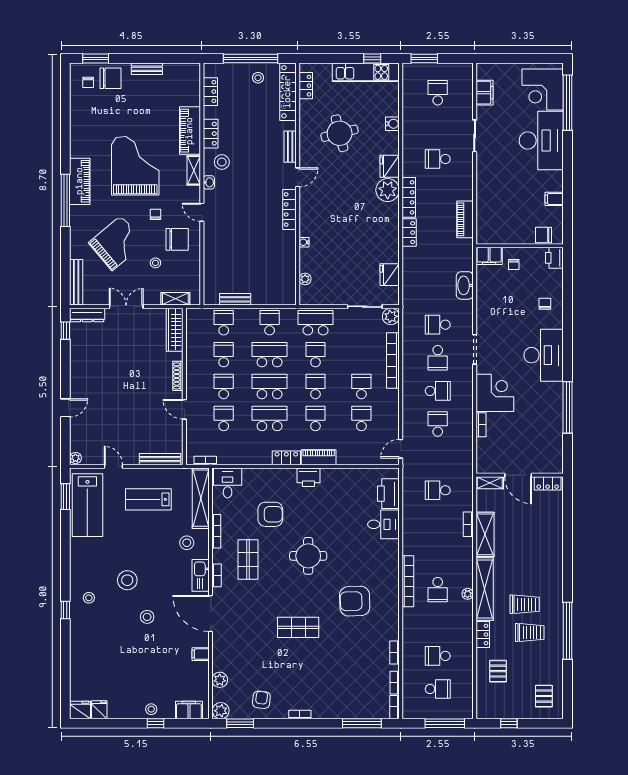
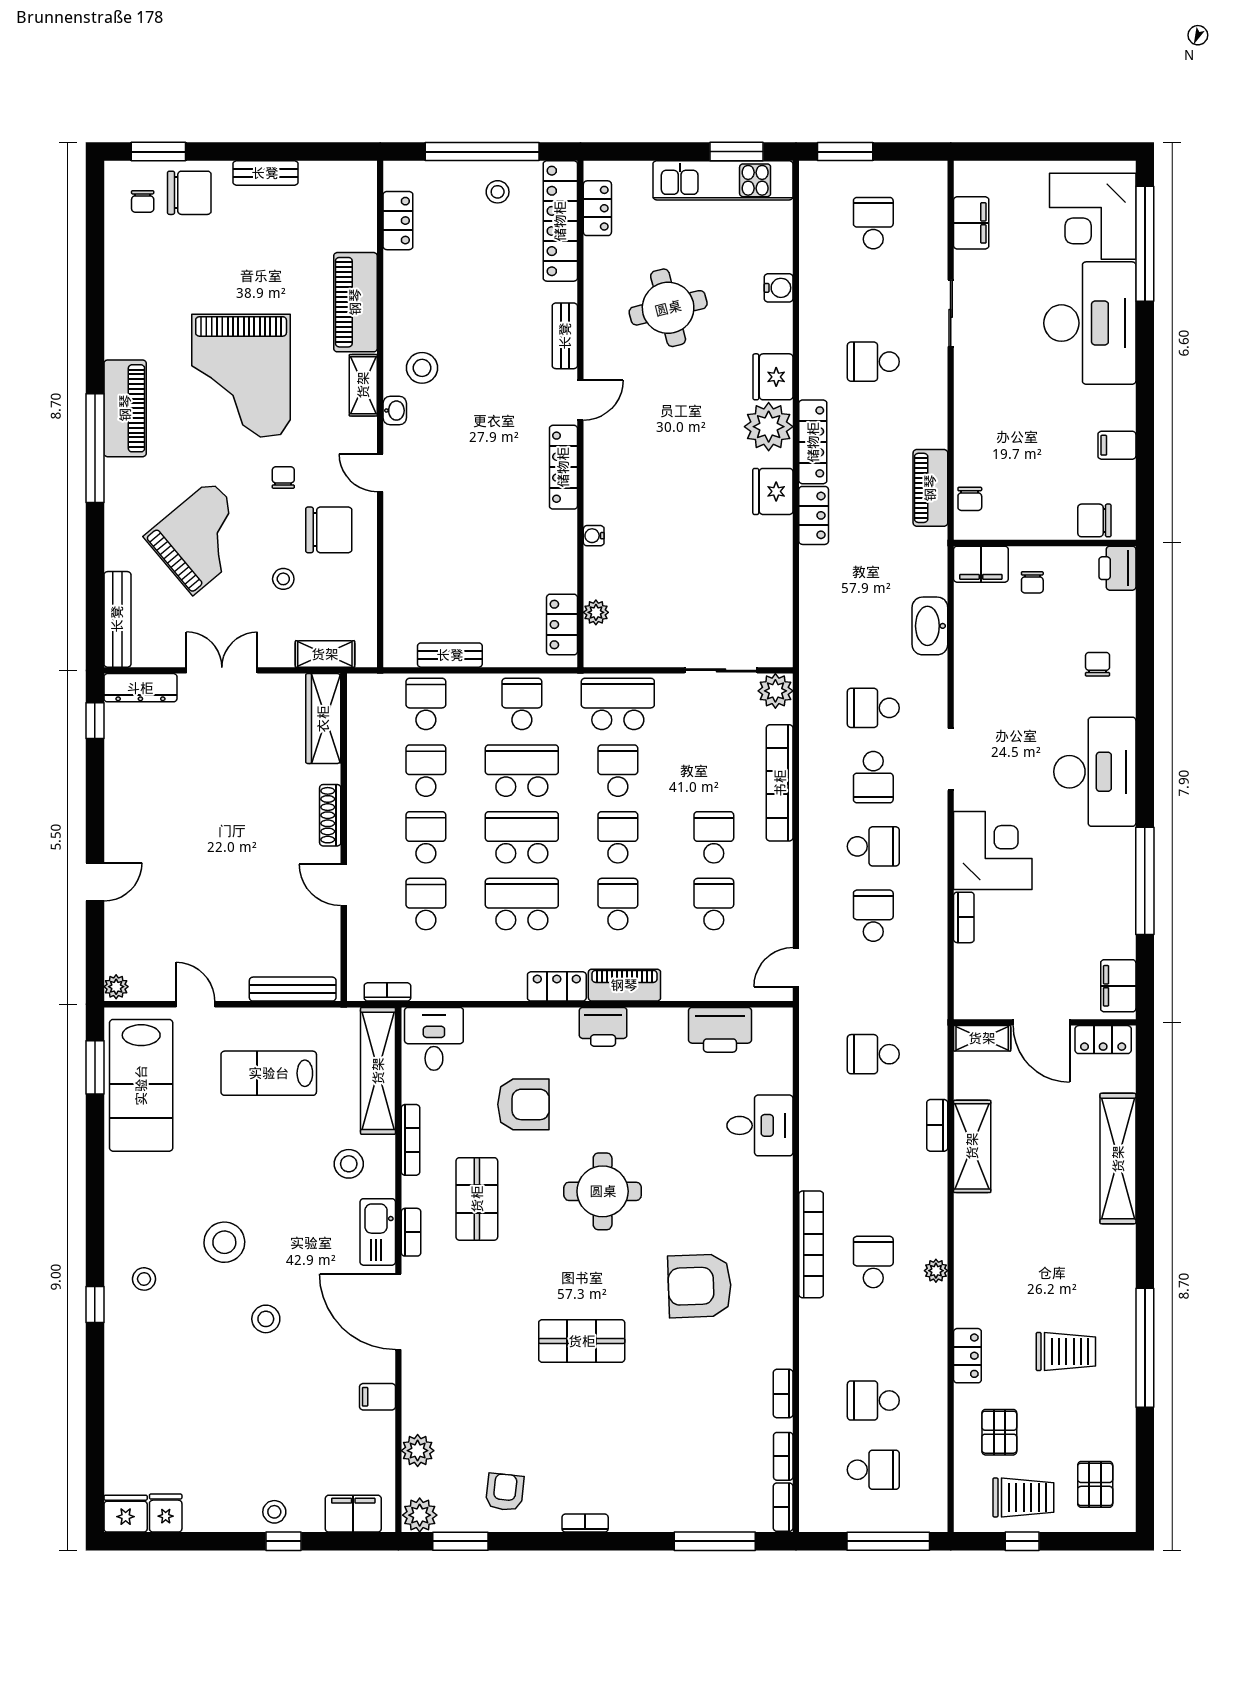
window: (372, 58) -> (736, 152), width x1.50
locker: (211, 134) -> (562, 625), moved, turned 180
grand piano: (135, 166) -> (241, 376), turned 180
chair: (484, 225) -> (970, 499), added
fridge: (390, 275) -> (773, 491), moved
filing cabinet: (555, 458) -> (1118, 986), added
printer: (388, 494) -> (720, 1030), moved, turned -90
shelving: (485, 589) -> (1118, 1159), moved
school desk: (438, 590) -> (873, 1262), turned 180
trolley: (525, 604) -> (1023, 1497), moved

